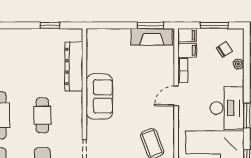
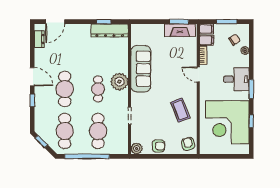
dresser: (74, 66) -> (110, 30), moved, turned -90
door: (176, 96) -> (198, 74), hinge flipped
sofa: (99, 97) -> (141, 69), width x1.36
plant: (71, 105) -> (119, 82), added
desk: (227, 108) -> (236, 79), width x0.73

